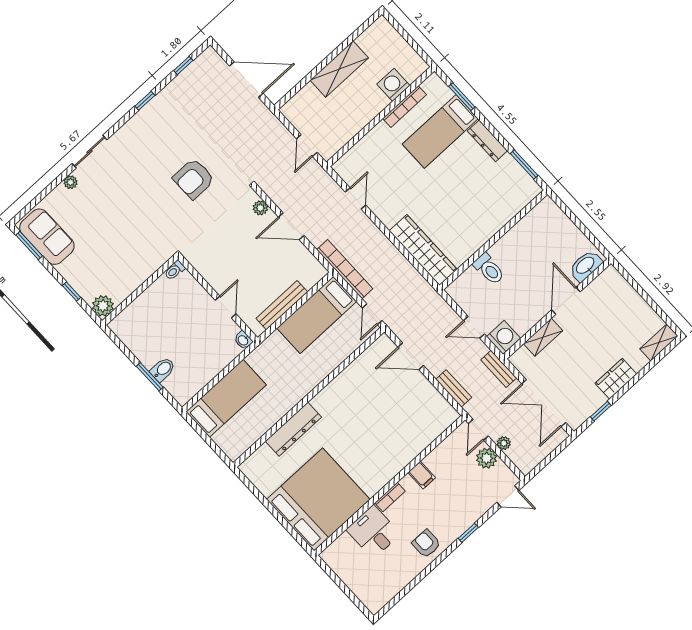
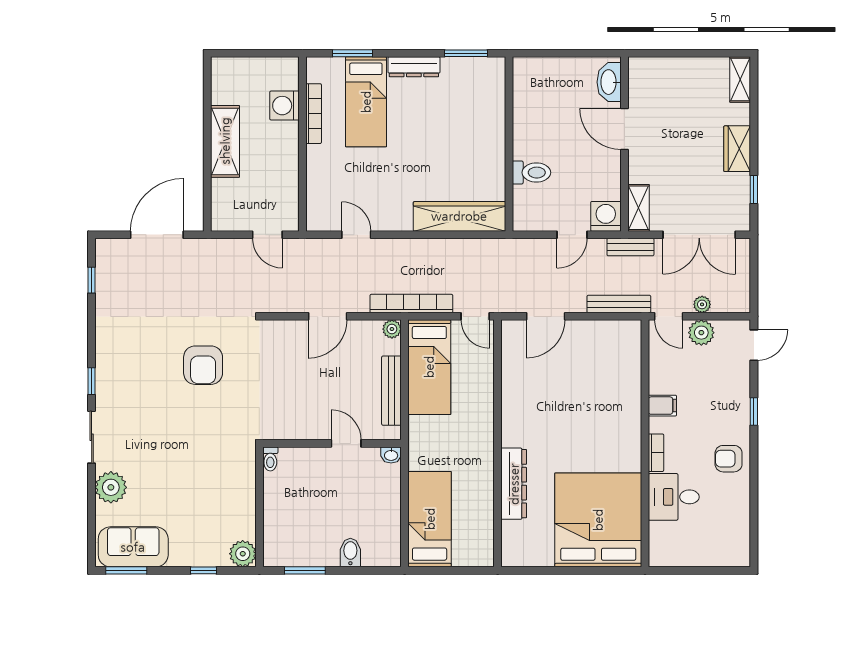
window: (145, 101) -> (92, 381), moved
plant: (71, 182) -> (111, 487), width x1.88, depth x1.88
plant: (260, 208) -> (392, 329), moved
shelving: (543, 337) -> (639, 208), moved
window: (150, 377) -> (305, 570), moved
bench: (454, 388) -> (619, 304), width x1.36

